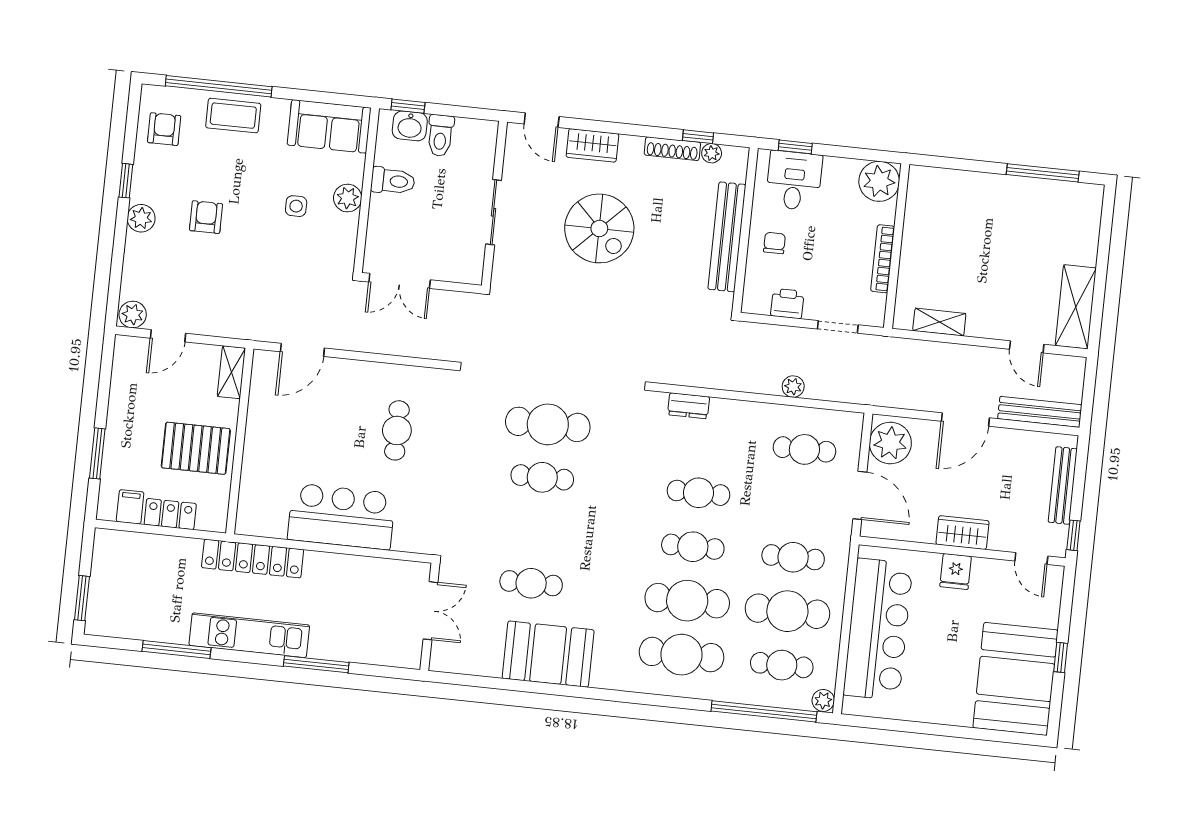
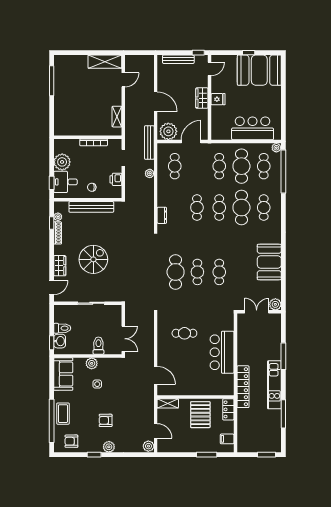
toilet: (393, 181) -> (98, 346), moved
plant: (879, 181) -> (62, 162), moved
bench: (1040, 412) -> (149, 143), moved
locker: (170, 514) -> (228, 409), moved
cafe table: (531, 583) -> (219, 272), moved
bar counter: (878, 629) -> (253, 128), width x0.73
cafe table: (682, 655) -> (264, 208), width x0.73, depth x0.74
plant: (444, 658) -> (275, 304), added

